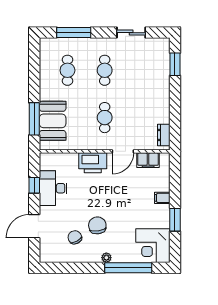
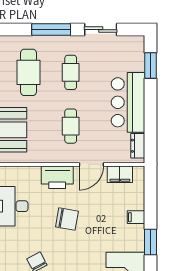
window: (74, 33) -> (51, 30), moved
cafe table: (67, 70) -> (29, 72), width x1.37, depth x1.35
bar counter: (155, 97) -> (128, 102), added
chair: (97, 225) -> (67, 219), moved, turned 108

